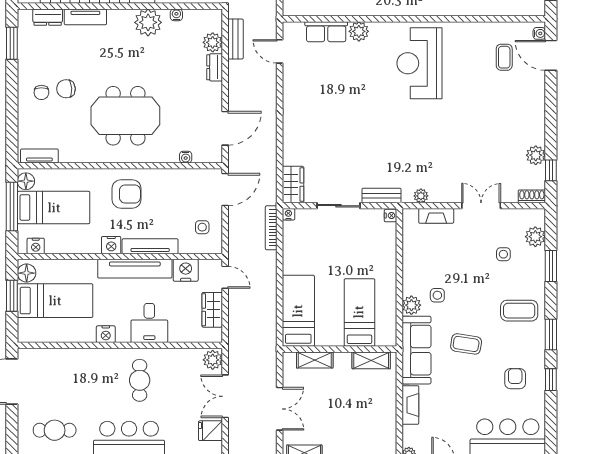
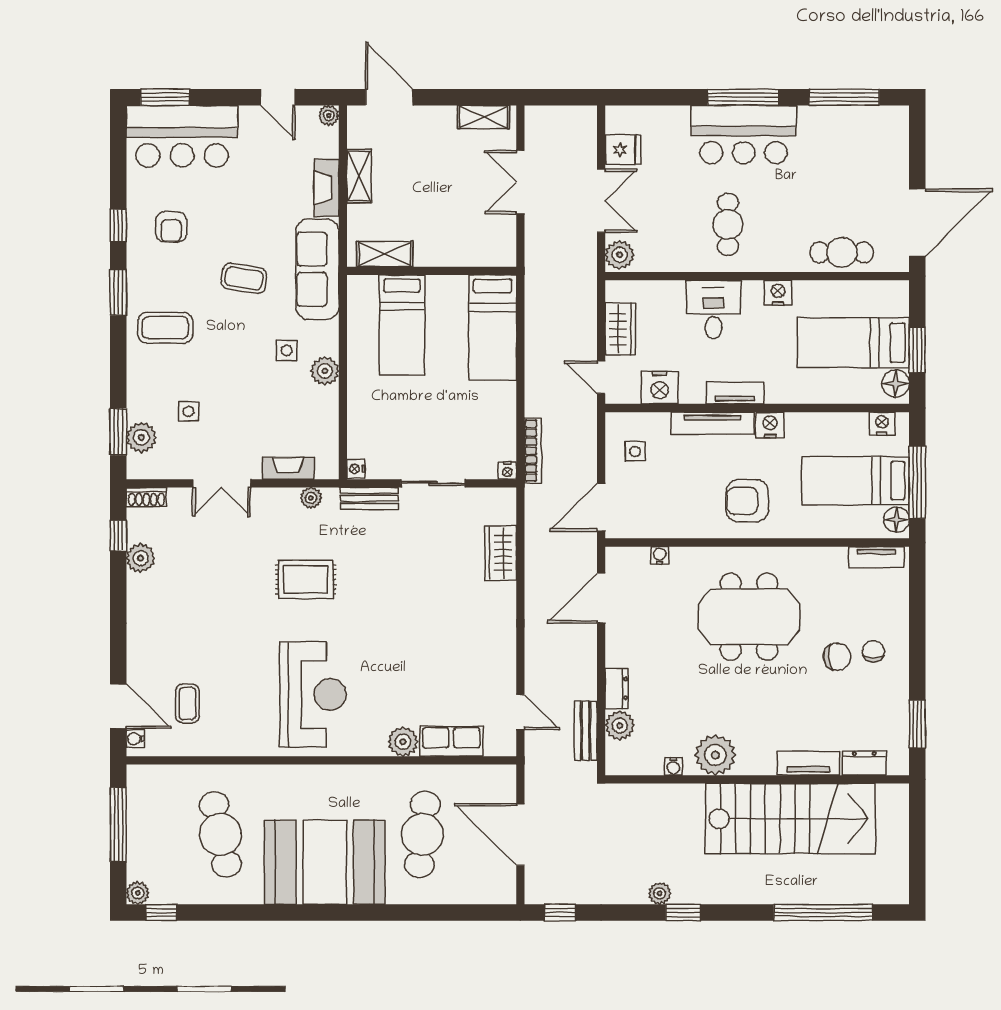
rug: (424, 141) -> (306, 579), added
wardrobe: (293, 185) -> (501, 553), moved
window: (551, 266) -> (118, 432), moved
tv unit: (135, 269) -> (735, 393), width x0.52, depth x0.78
plant: (411, 305) -> (325, 371), moved
shelving: (315, 360) -> (359, 176), moved, turned 90
cafe table: (55, 430) -> (842, 252), moved

